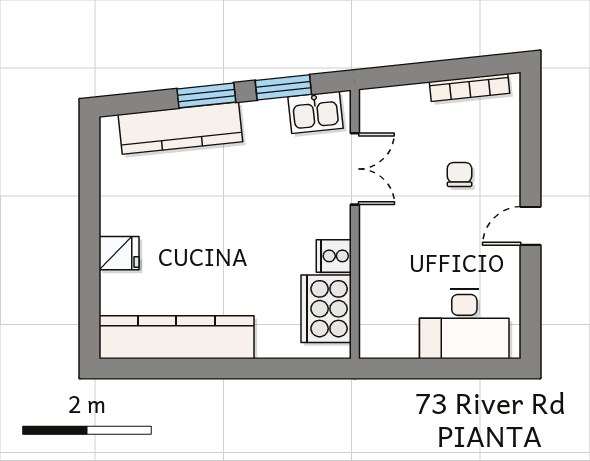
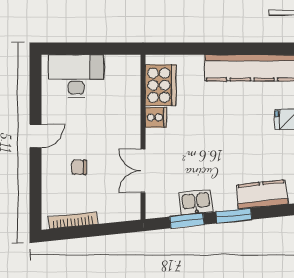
kitchen sink: (316, 112) -> (196, 202), moved
kitchen counter: (180, 128) -> (262, 194), width x0.67
chair: (459, 175) -> (79, 167), turned 90

